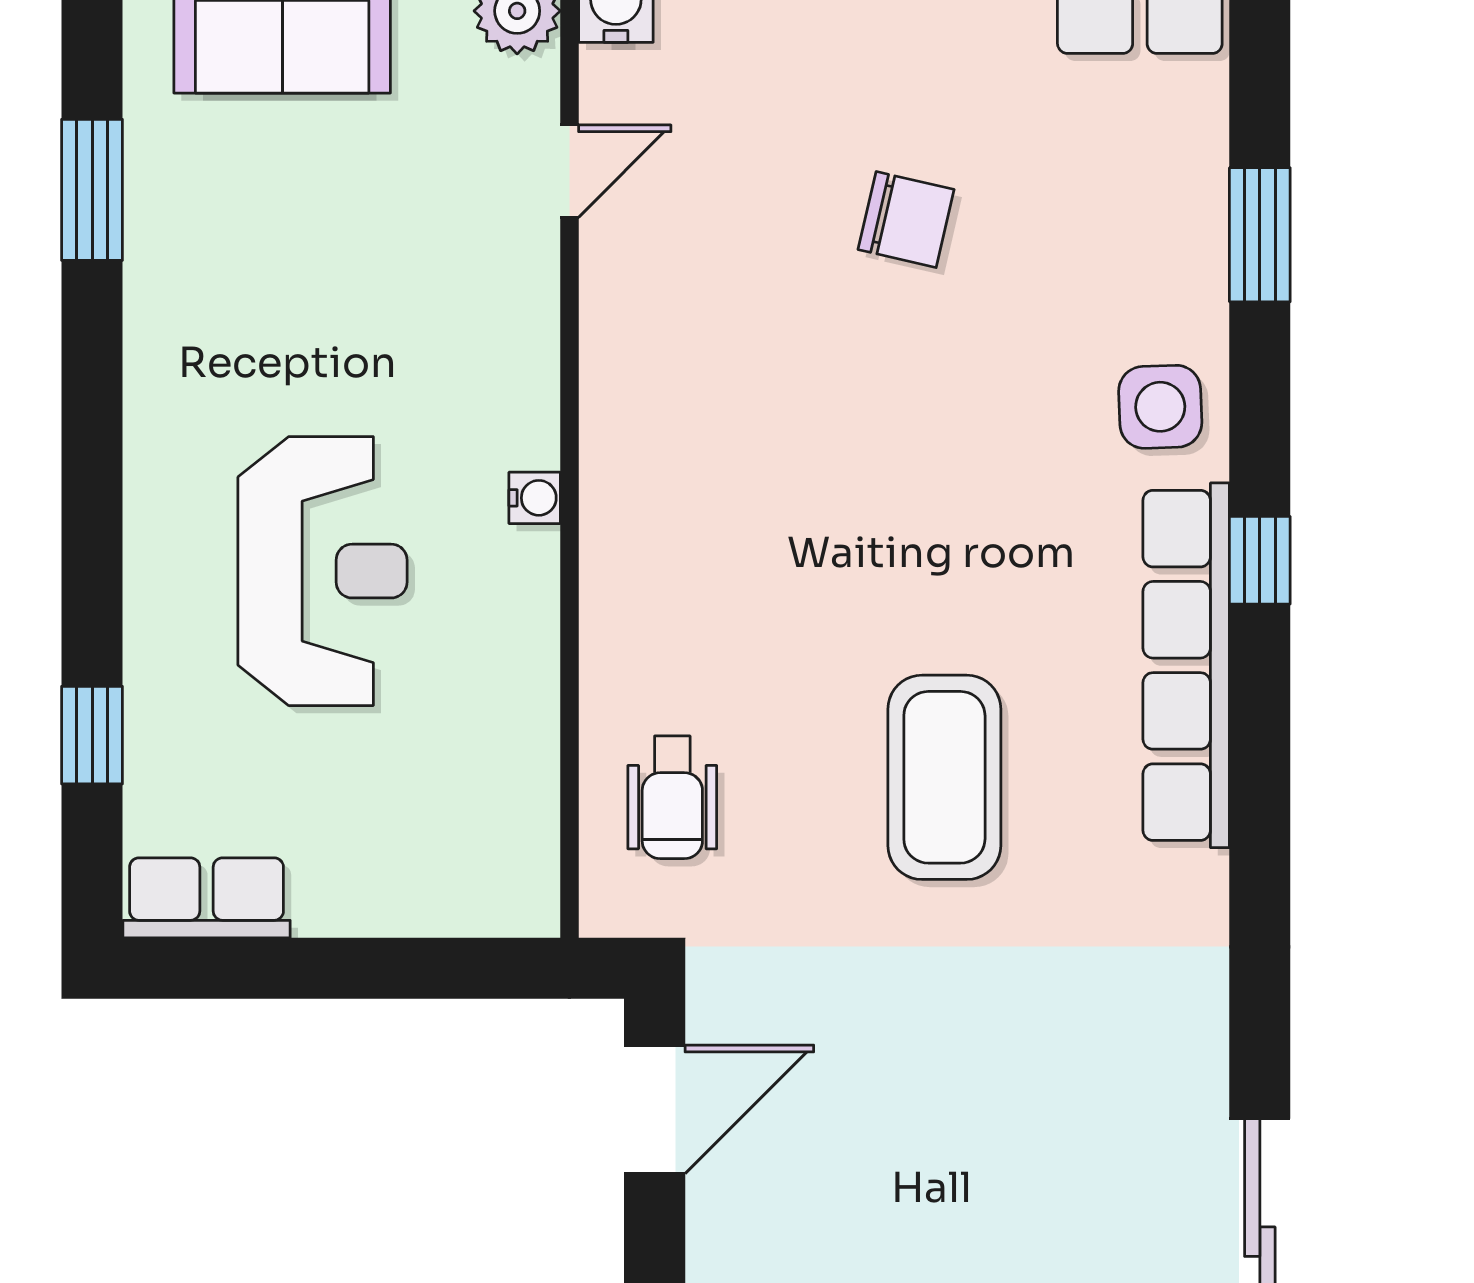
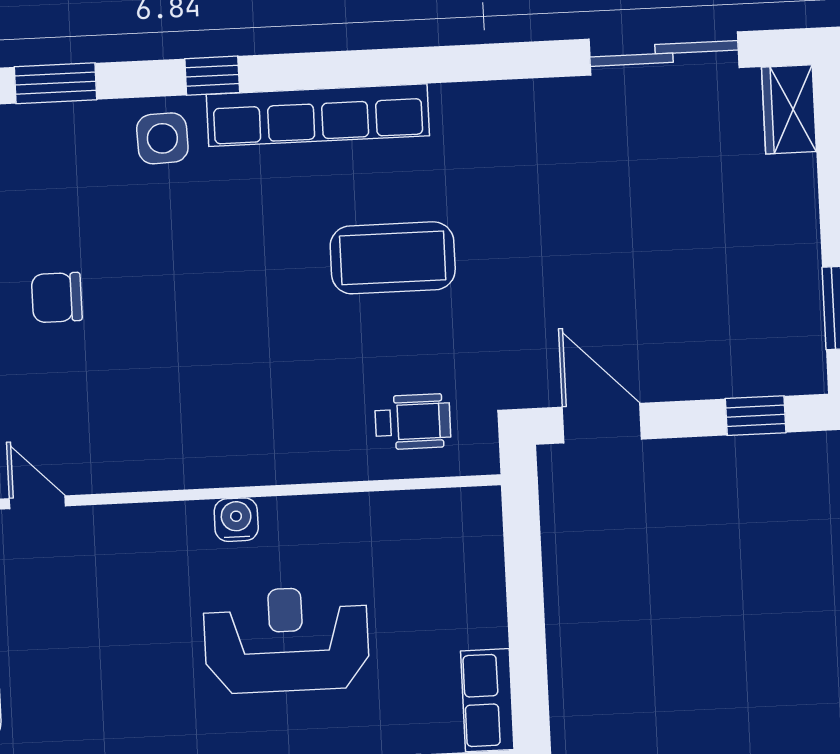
chair: (906, 220) -> (57, 297), turned -103
water cooler: (535, 498) -> (236, 520), width x1.38, depth x1.38
window: (1260, 560) -> (212, 76), moved

